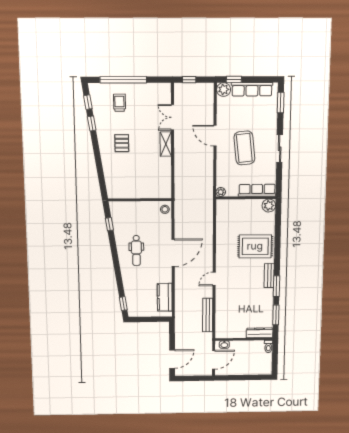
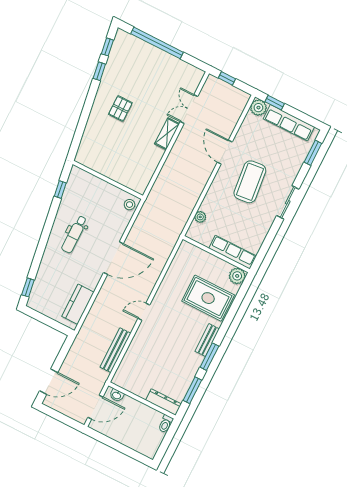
trolley: (119, 103) -> (140, 65), removed
row of seats: (257, 190) -> (233, 252), moved
wall: (246, 198) -> (216, 254), moved
plant: (269, 206) -> (237, 276), moved

